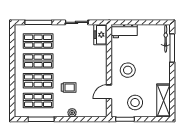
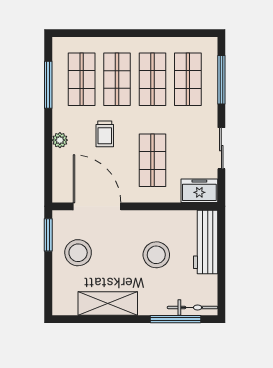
workbench: (124, 31) -> (206, 242), width x1.38
shop shelf: (83, 61) -> (152, 160), added
stool: (128, 70) -> (156, 255), moved
door: (109, 92) -> (97, 206), width x1.87
shelving: (163, 100) -> (108, 304), moved

